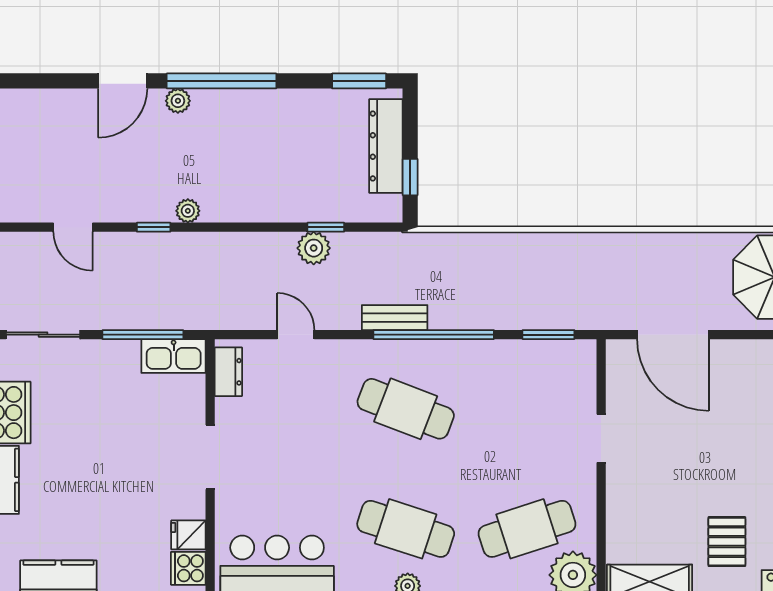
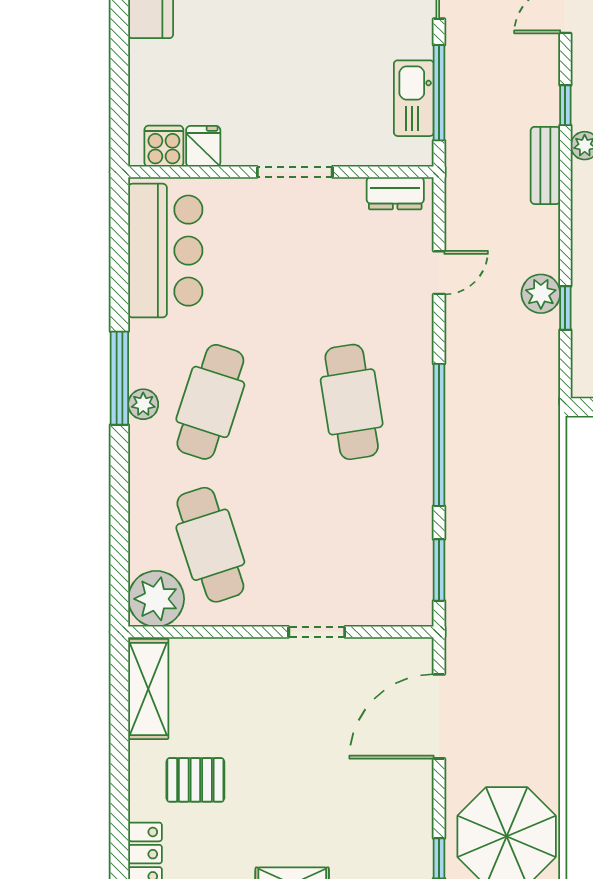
bench: (395, 318) -> (545, 165), moved
kitchen sink: (174, 356) -> (414, 98), moved
cafe table: (406, 409) -> (352, 402), turned -30

